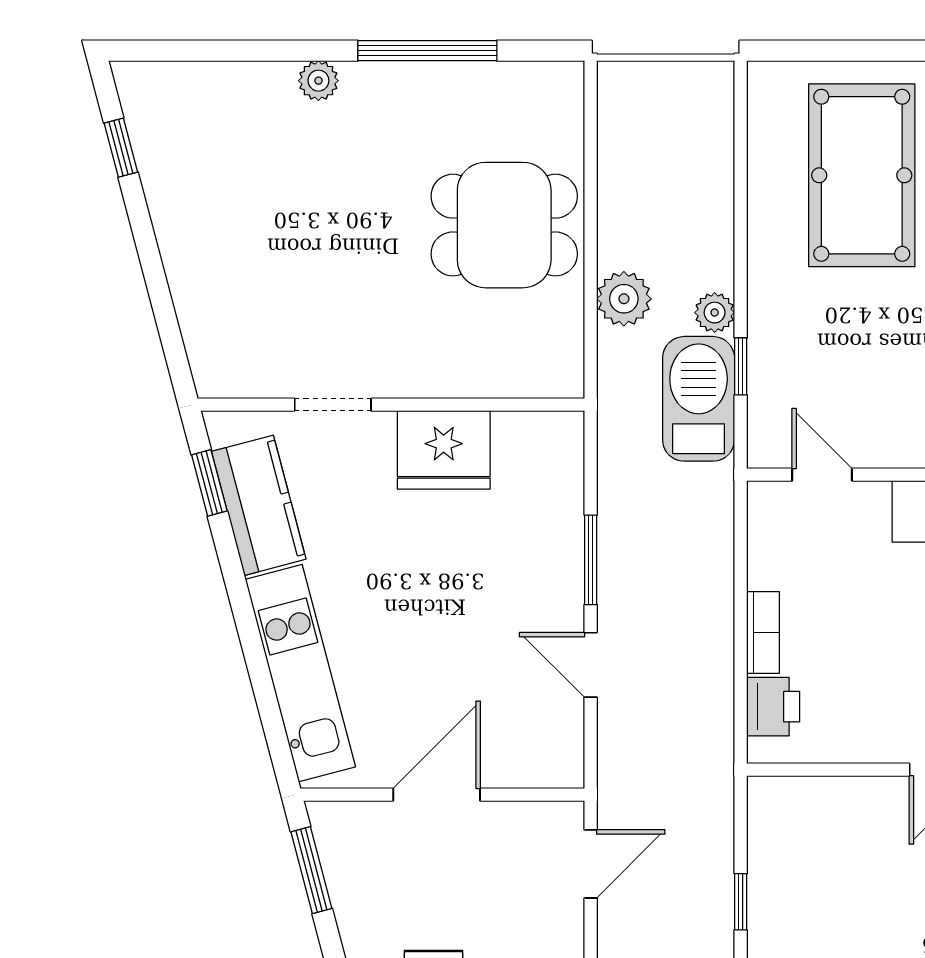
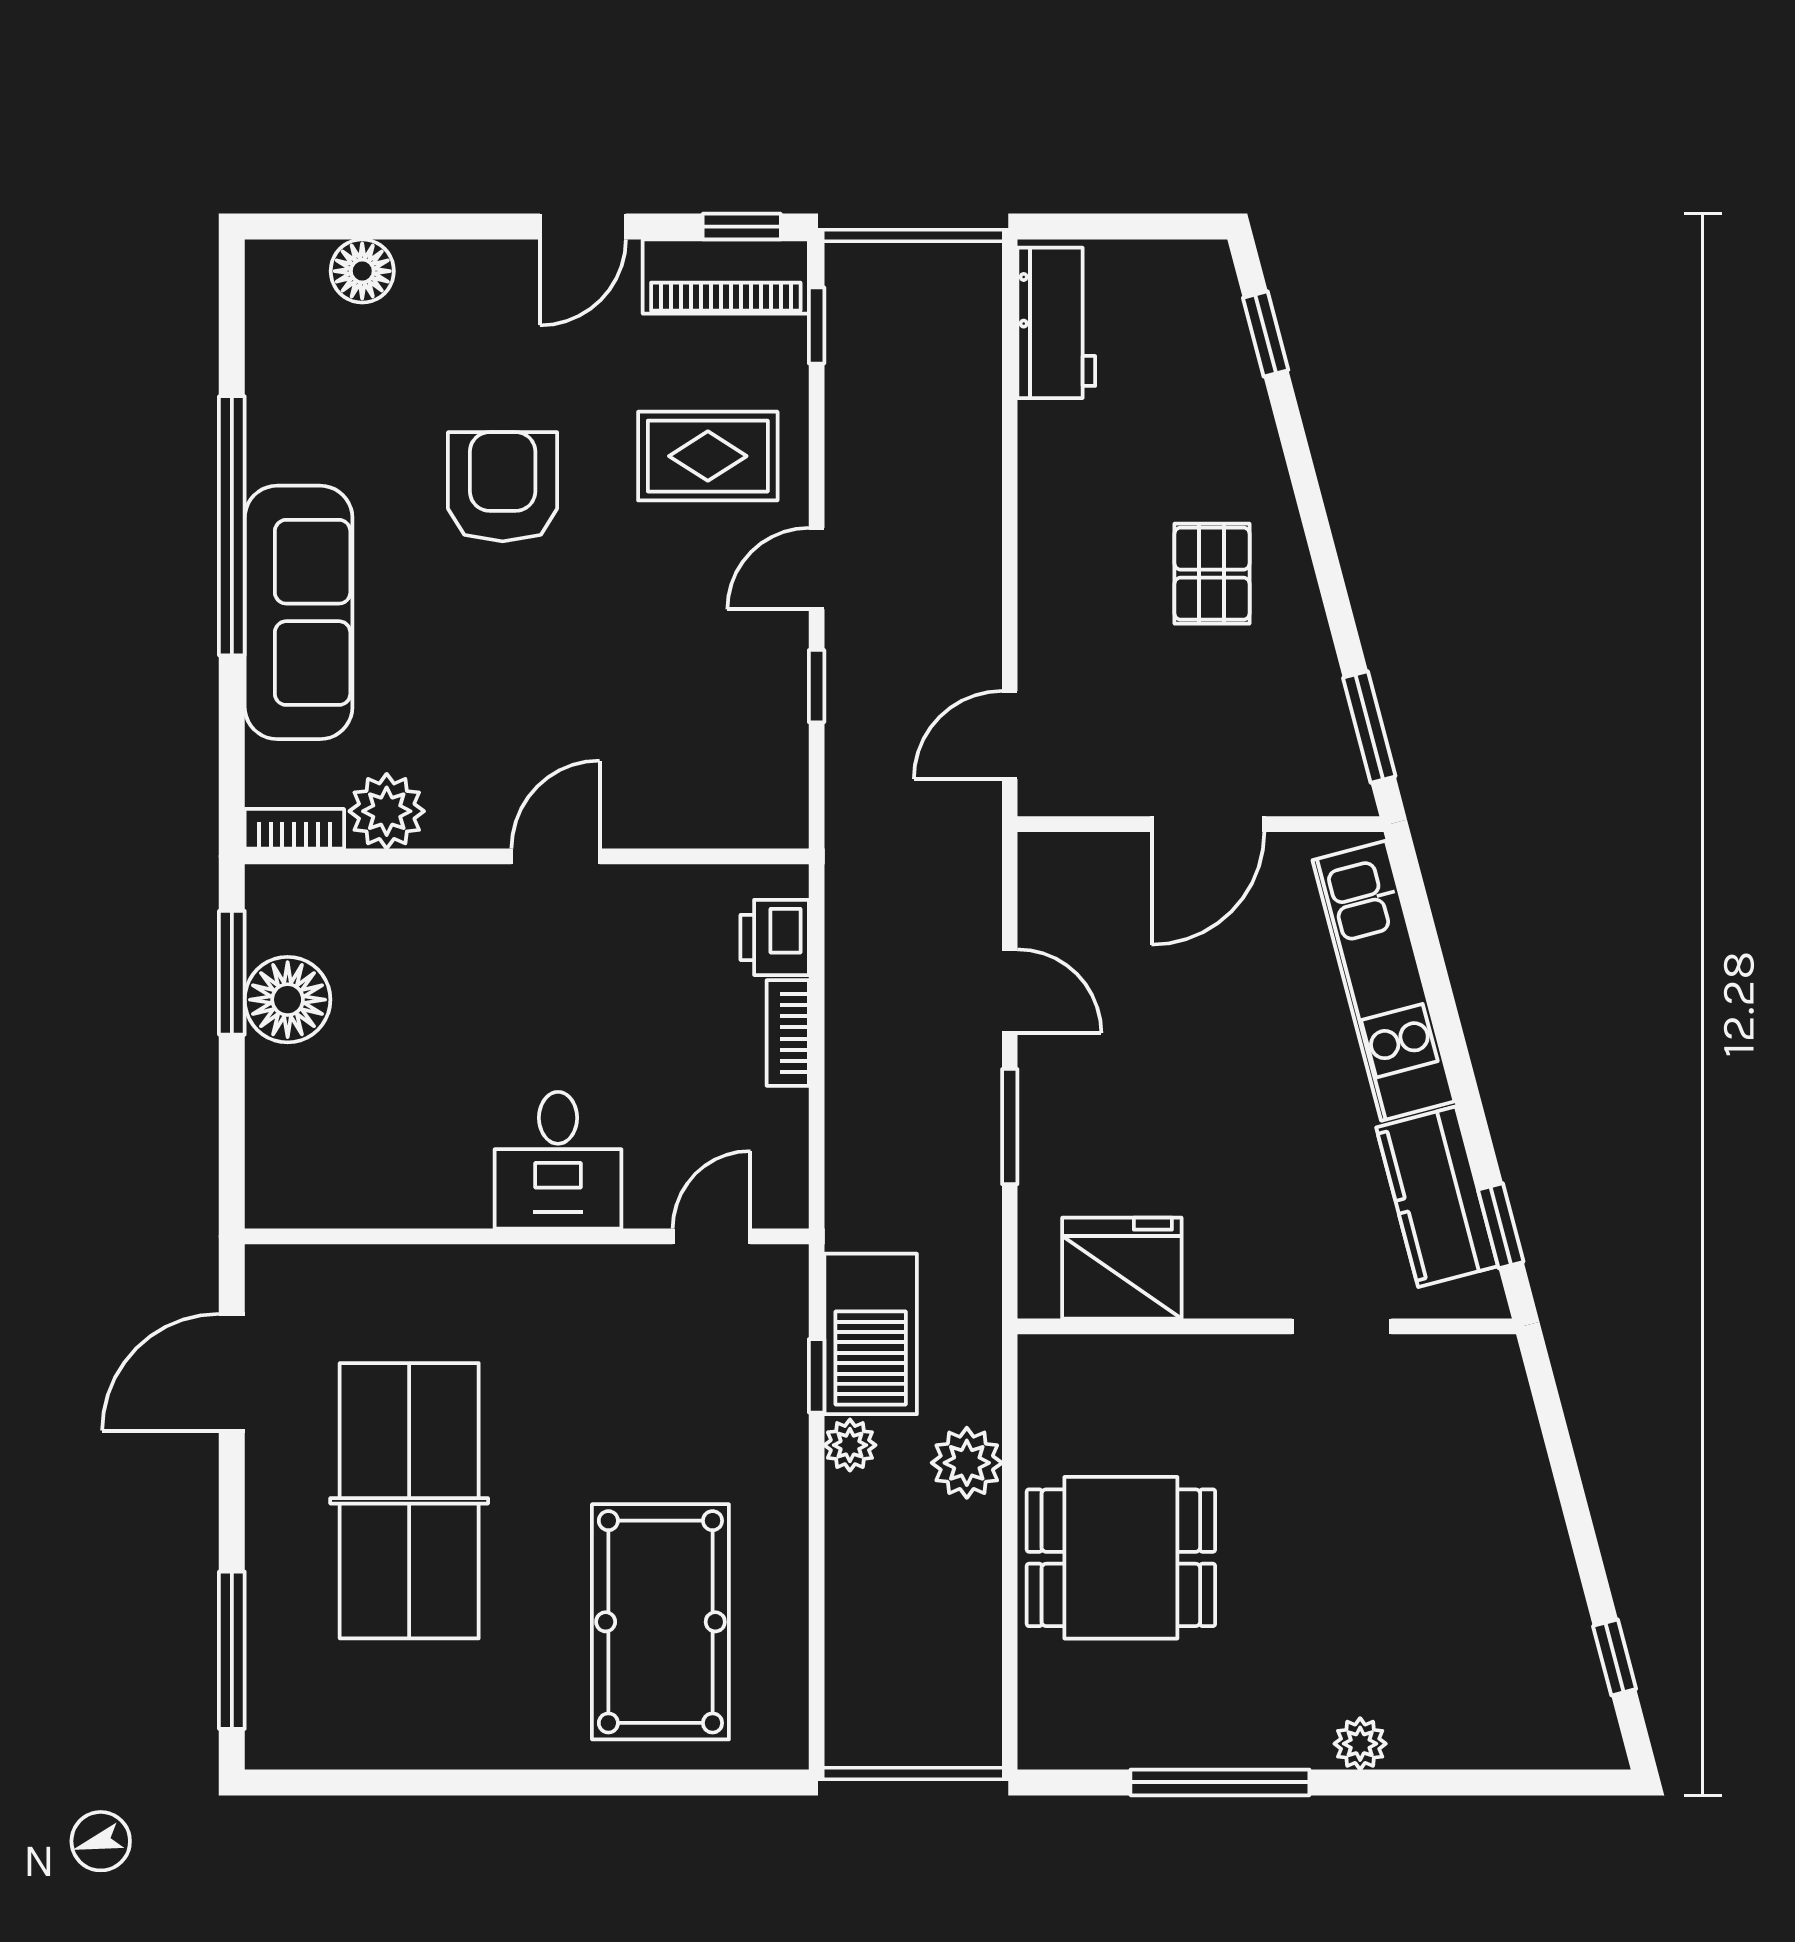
fridge: (444, 450) -> (1122, 1268), moved
door: (822, 475) -> (712, 1236), swing flipped

